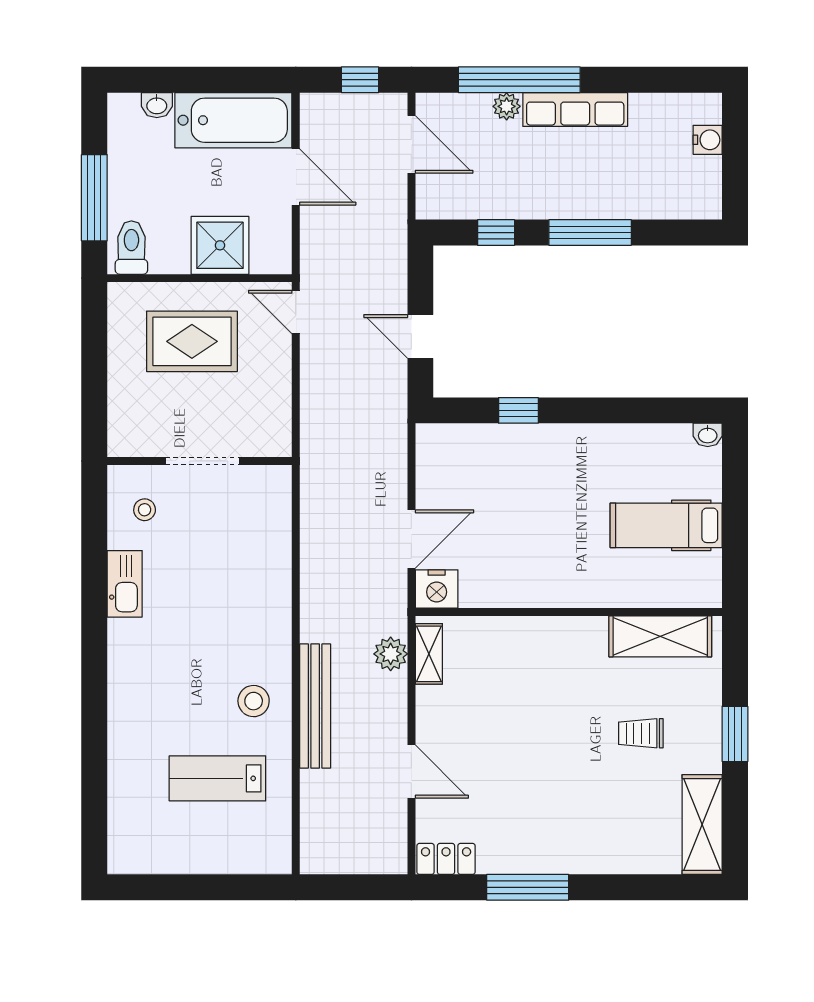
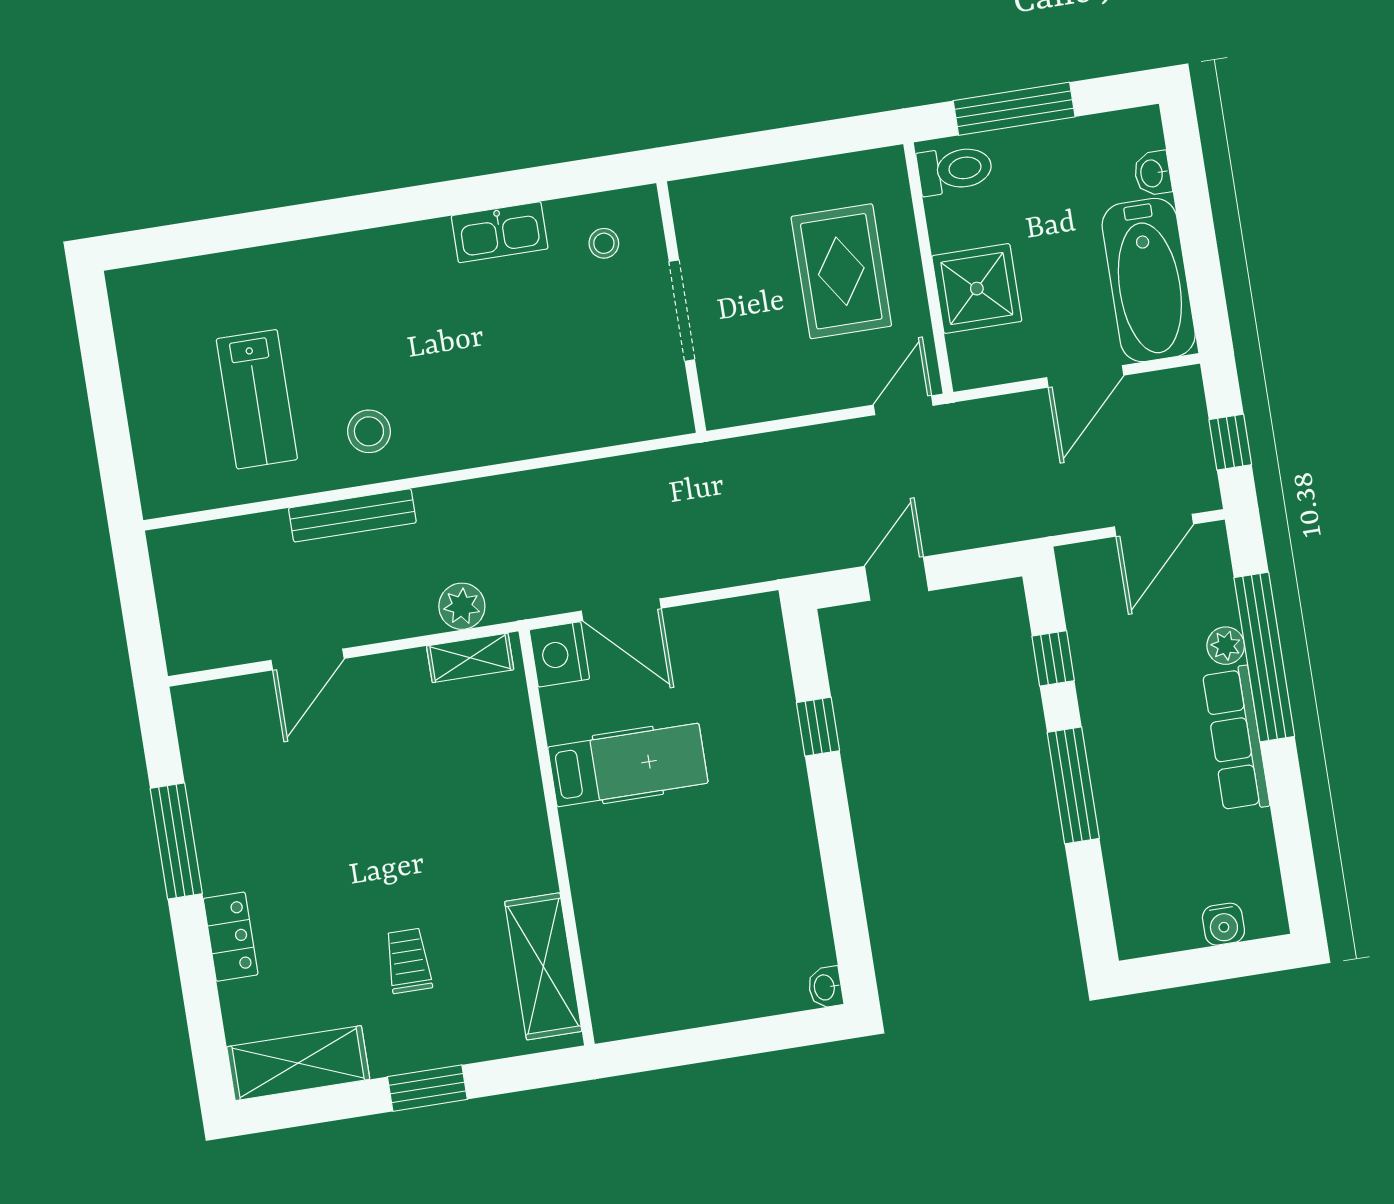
hospital bed: (666, 525) -> (628, 765), moved, turned 90
bench: (315, 706) -> (352, 515), width x0.73, depth x0.82
lab bench: (217, 778) -> (257, 399), turned 180
locker: (446, 859) -> (231, 937), moved

